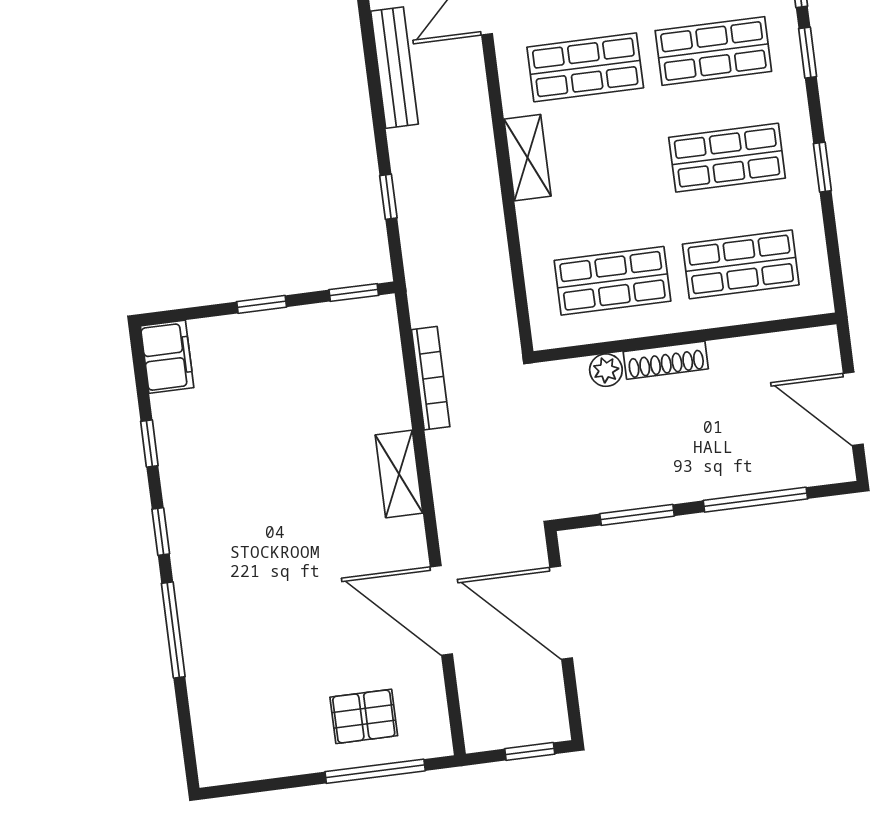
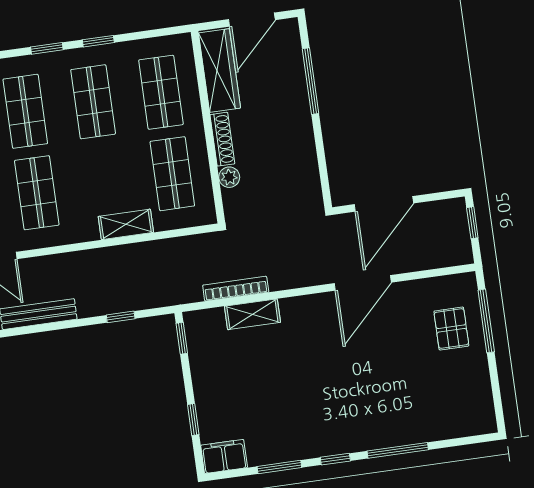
window: (808, 53) -> (47, 48), moved
shelving: (527, 158) -> (126, 224), moved
window: (262, 304) -> (193, 420), moved
wardrobe: (774, 357) -> (219, 70), added
window: (149, 443) -> (279, 467), width x1.50
shelving: (399, 474) -> (252, 314), moved
window: (637, 515) -> (321, 156), removed
door: (441, 610) -> (363, 283), moved

